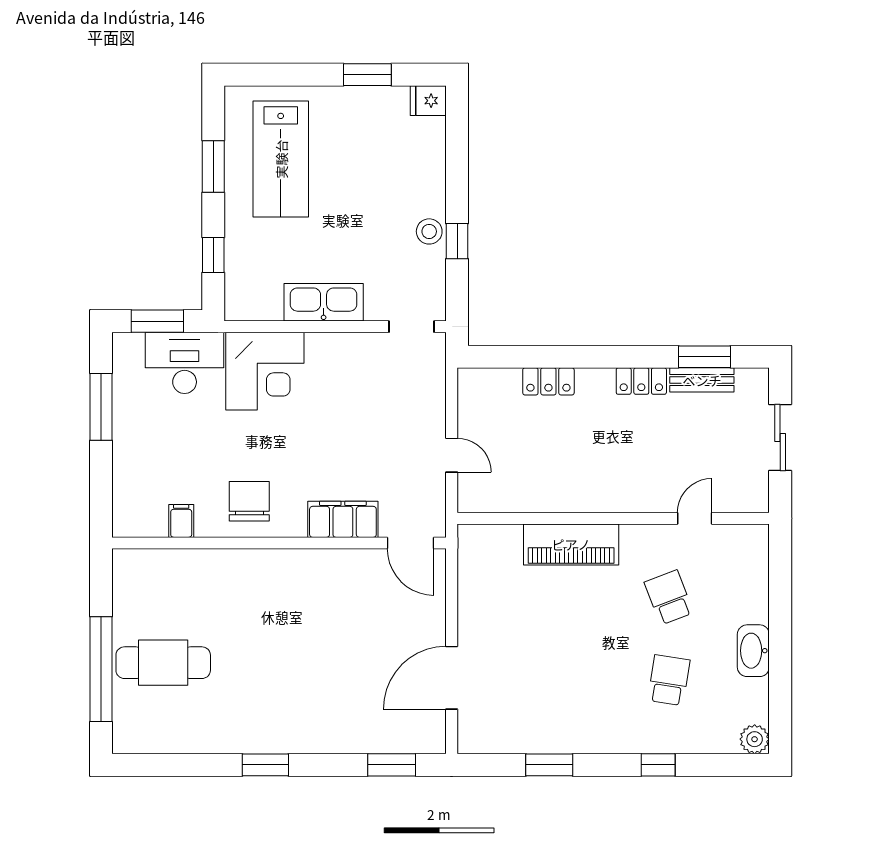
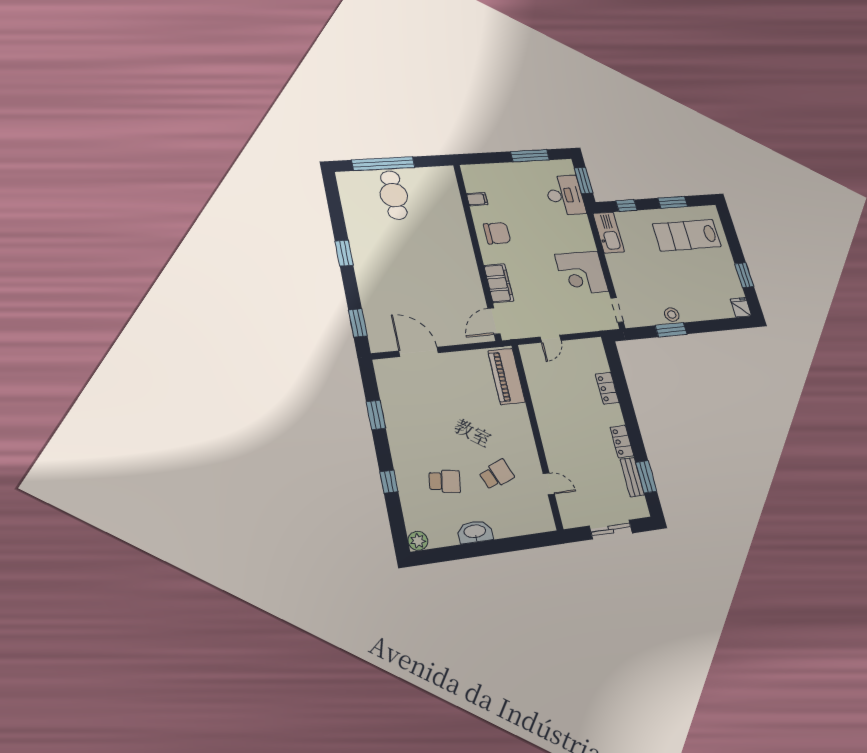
window: (457, 241) -> (671, 330), width x1.50
kitchen sink: (324, 302) -> (609, 232), moved
corner desk: (265, 371) -> (582, 273), moved
piano: (571, 544) -> (506, 376), moved

